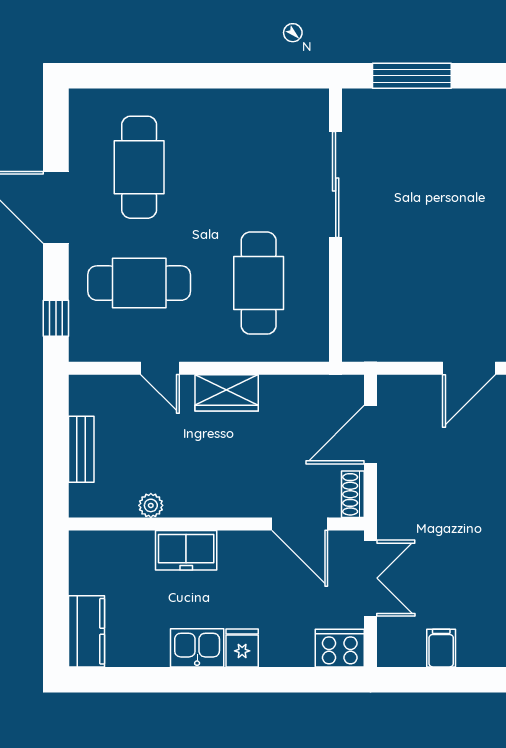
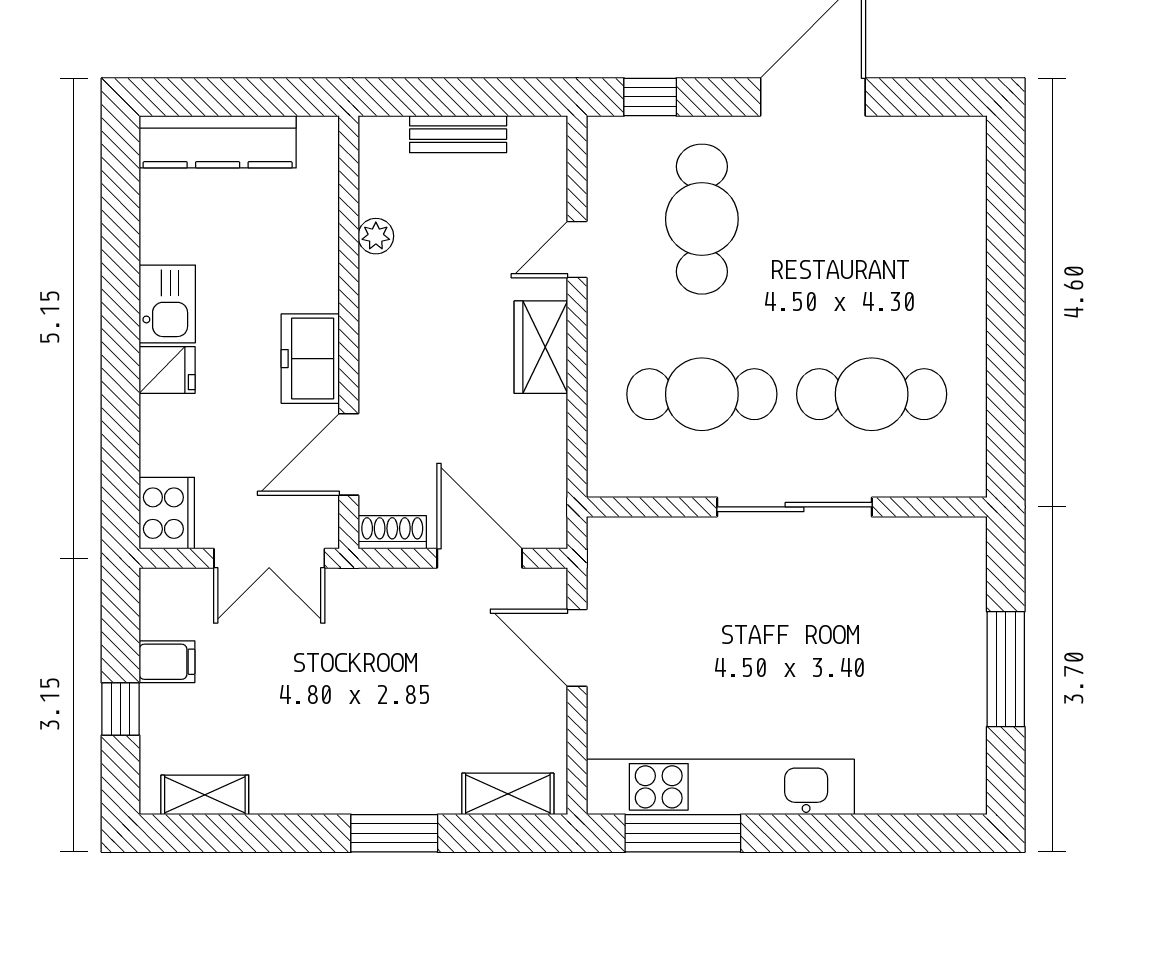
window: (412, 76) -> (1006, 669), moved
cafe table: (139, 167) -> (872, 394), moved
sliding door: (336, 184) -> (795, 507), moved
door: (469, 368) -> (577, 648), moved
freezer: (186, 550) -> (310, 359), moved
kitchen counter: (86, 631) -> (218, 142), width x1.50
window: (473, 680) -> (120, 709), added

